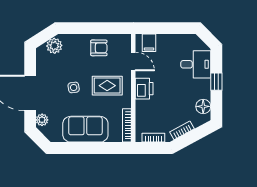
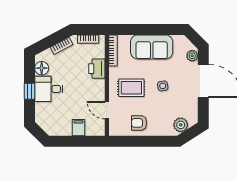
filing cabinet: (149, 43) -> (78, 128), moved
desk: (196, 64) -> (49, 89), moved
printer: (144, 89) -> (97, 69), moved

